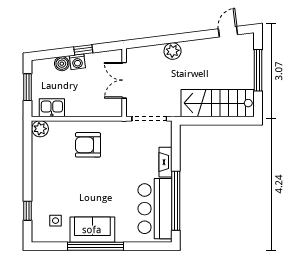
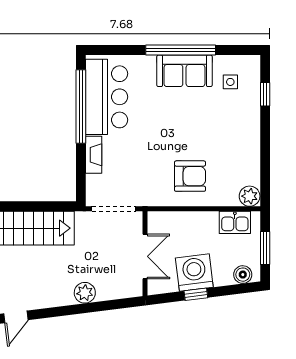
washing machine: (77, 62) -> (194, 273), width x1.89, depth x1.89
boiler: (62, 64) -> (243, 275), moved

